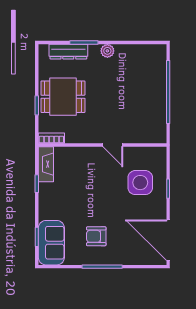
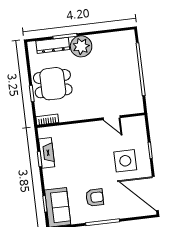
plant: (107, 51) -> (81, 46), width x1.87, depth x1.87
door: (113, 145) -> (112, 118), moved
fireplace: (46, 164) -> (47, 153), moved
side table: (140, 183) -> (125, 161), moved
armchair: (96, 236) -> (95, 197), turned 180

